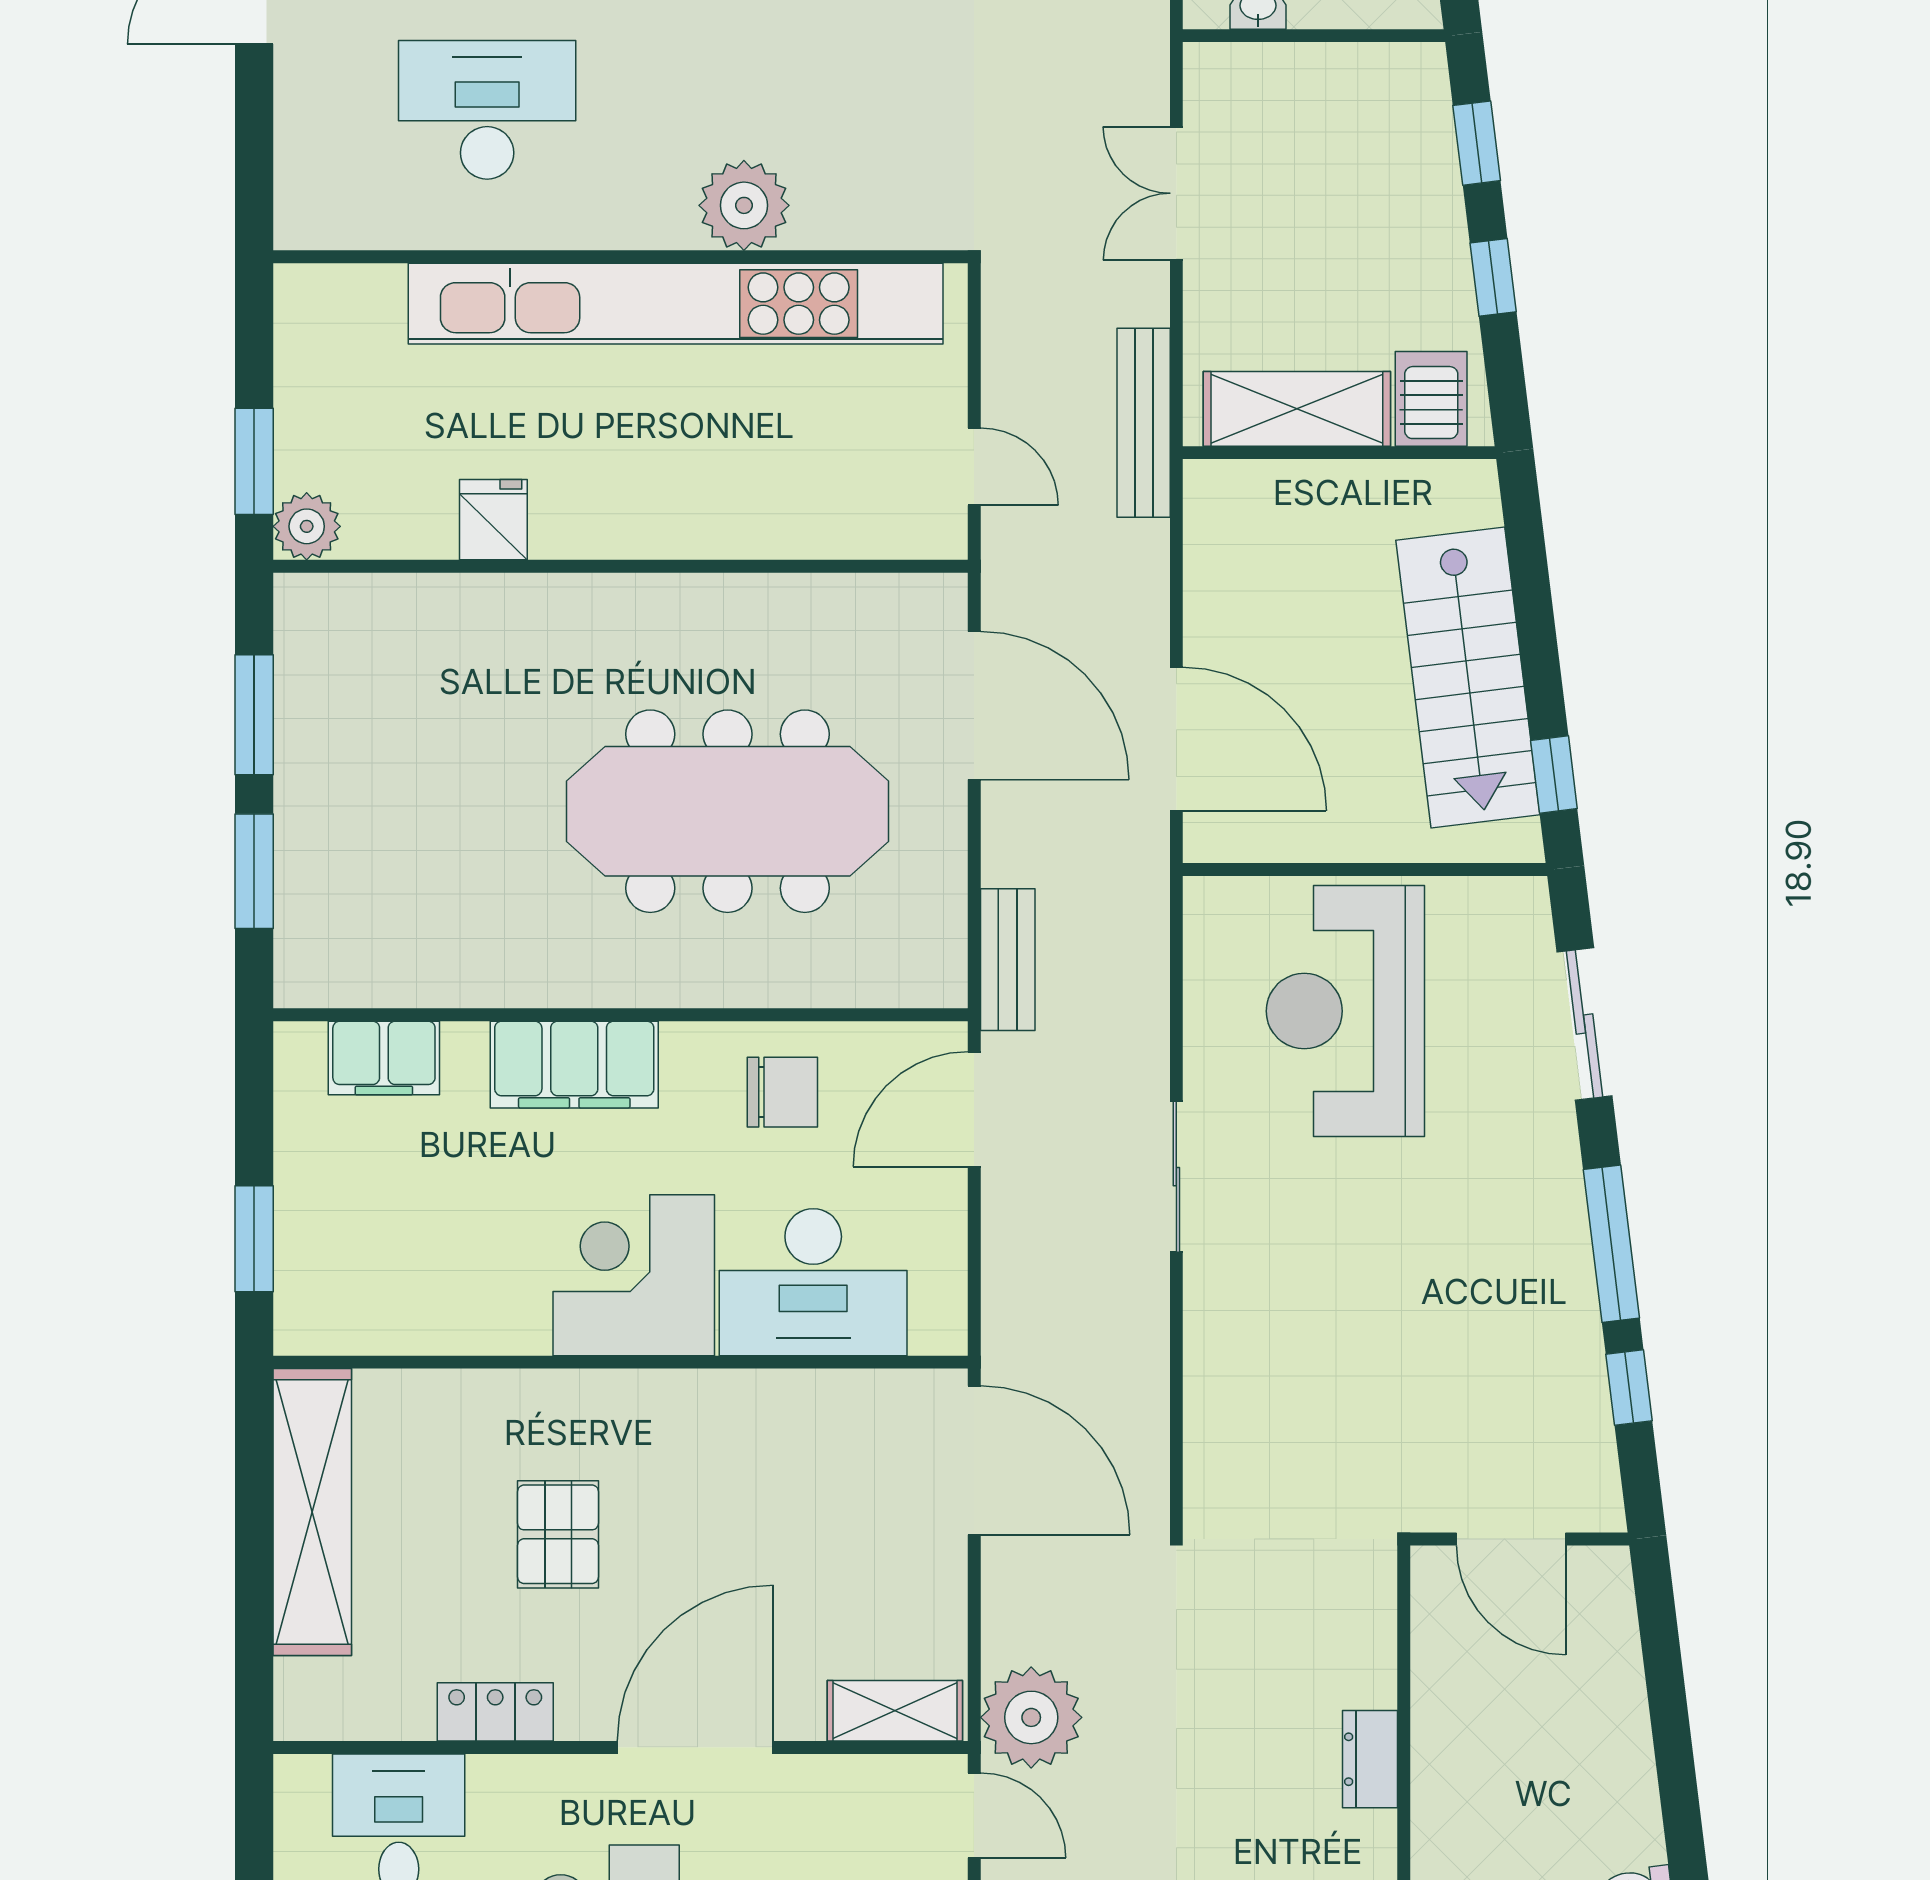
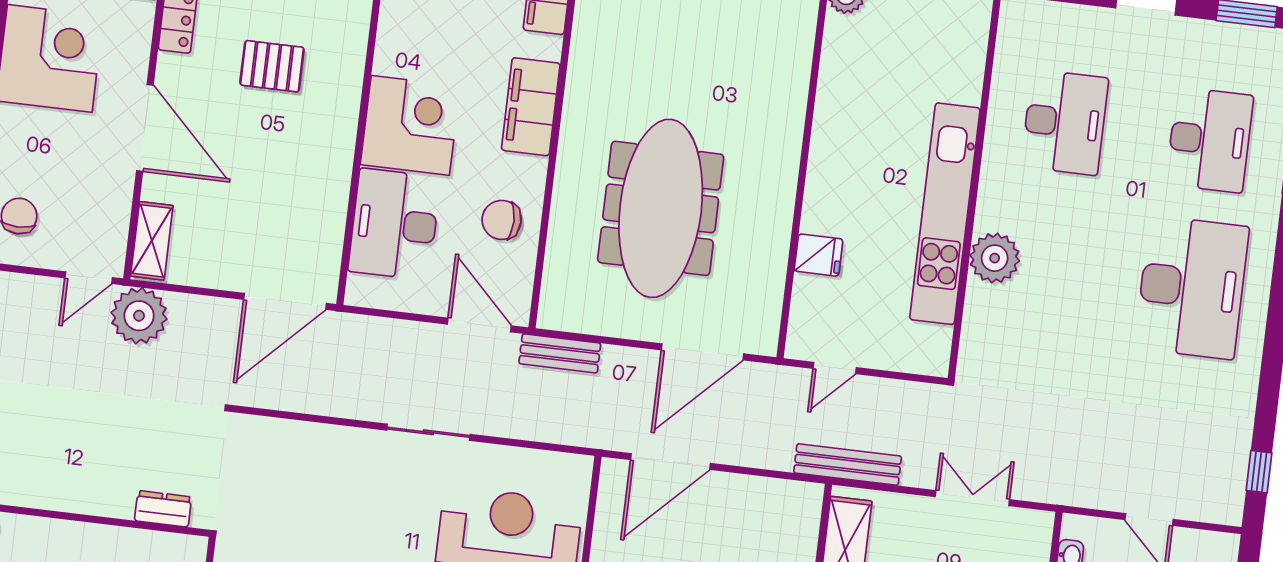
kitchen unit: (676, 304) -> (945, 214), width x0.73
fridge: (493, 520) -> (819, 255), moved
chair: (782, 1092) -> (502, 220), turned 90
dresser: (1370, 1759) -> (163, 509), moved

